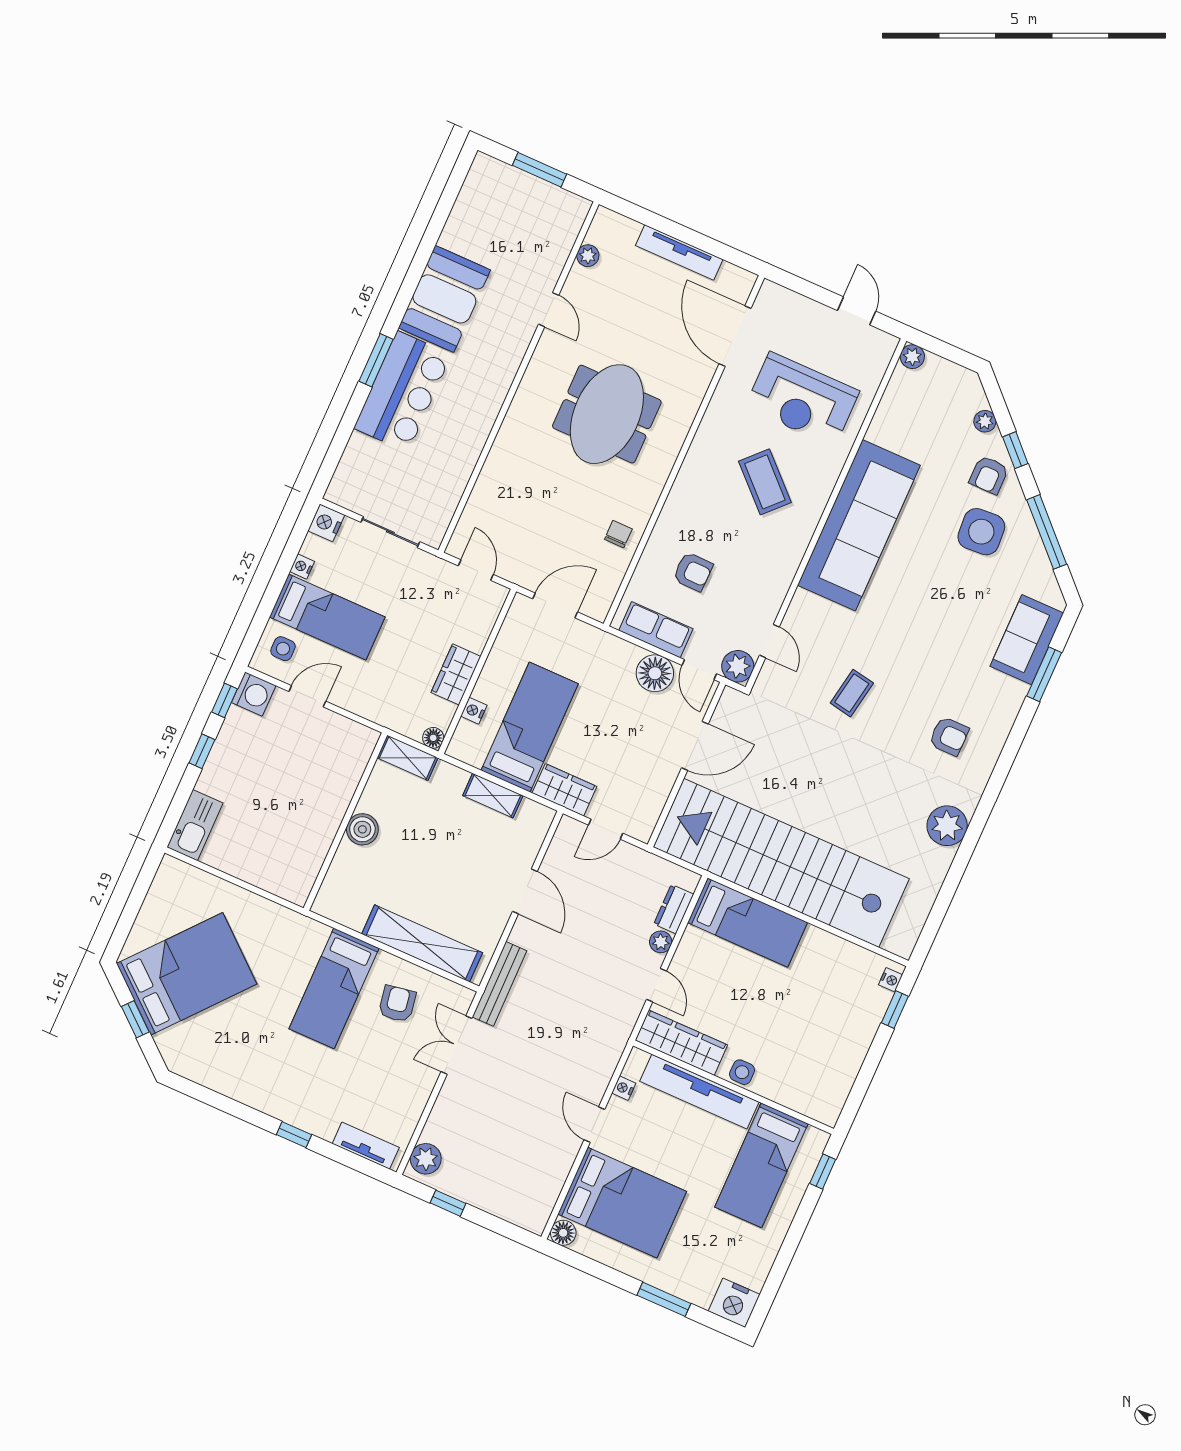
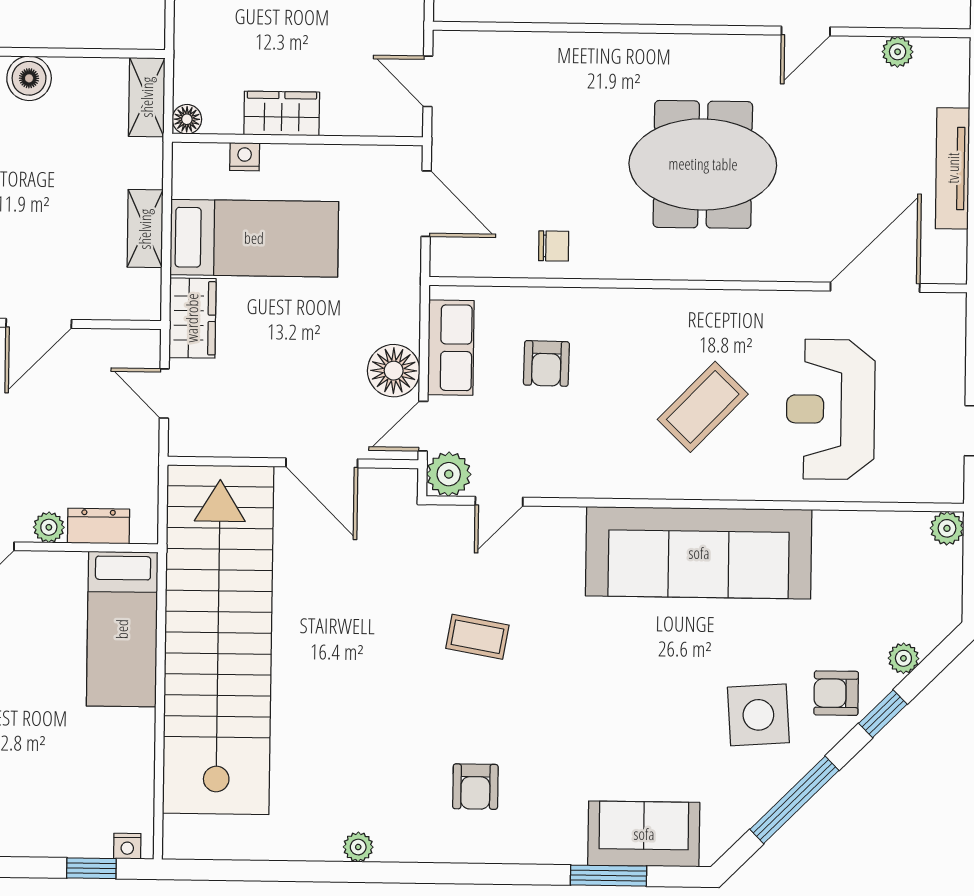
door: (476, 570) -> (428, 81), swing flipped
plant: (947, 826) -> (358, 847), width x0.53, depth x0.53

